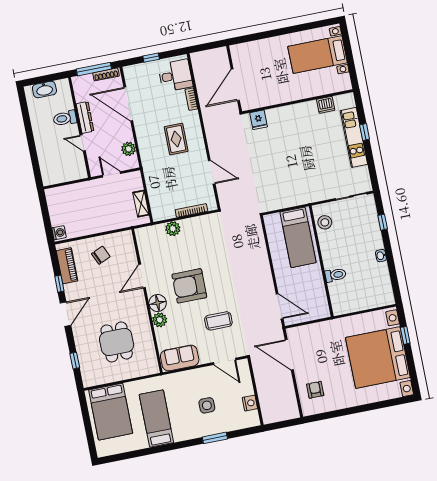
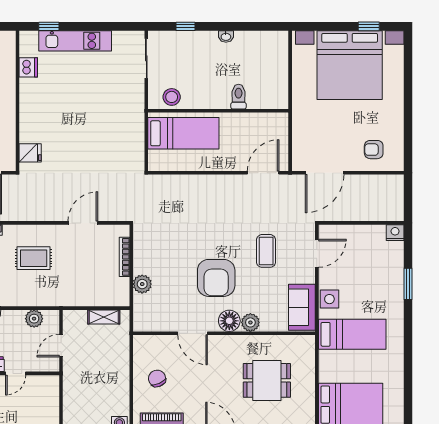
window: (365, 132) -> (49, 26), moved
window: (405, 335) -> (369, 26), moved
nightstand: (250, 403) -> (395, 233), moved
side table: (207, 405) -> (329, 299), moved
bed: (156, 419) -> (352, 334), moved, turned 180

